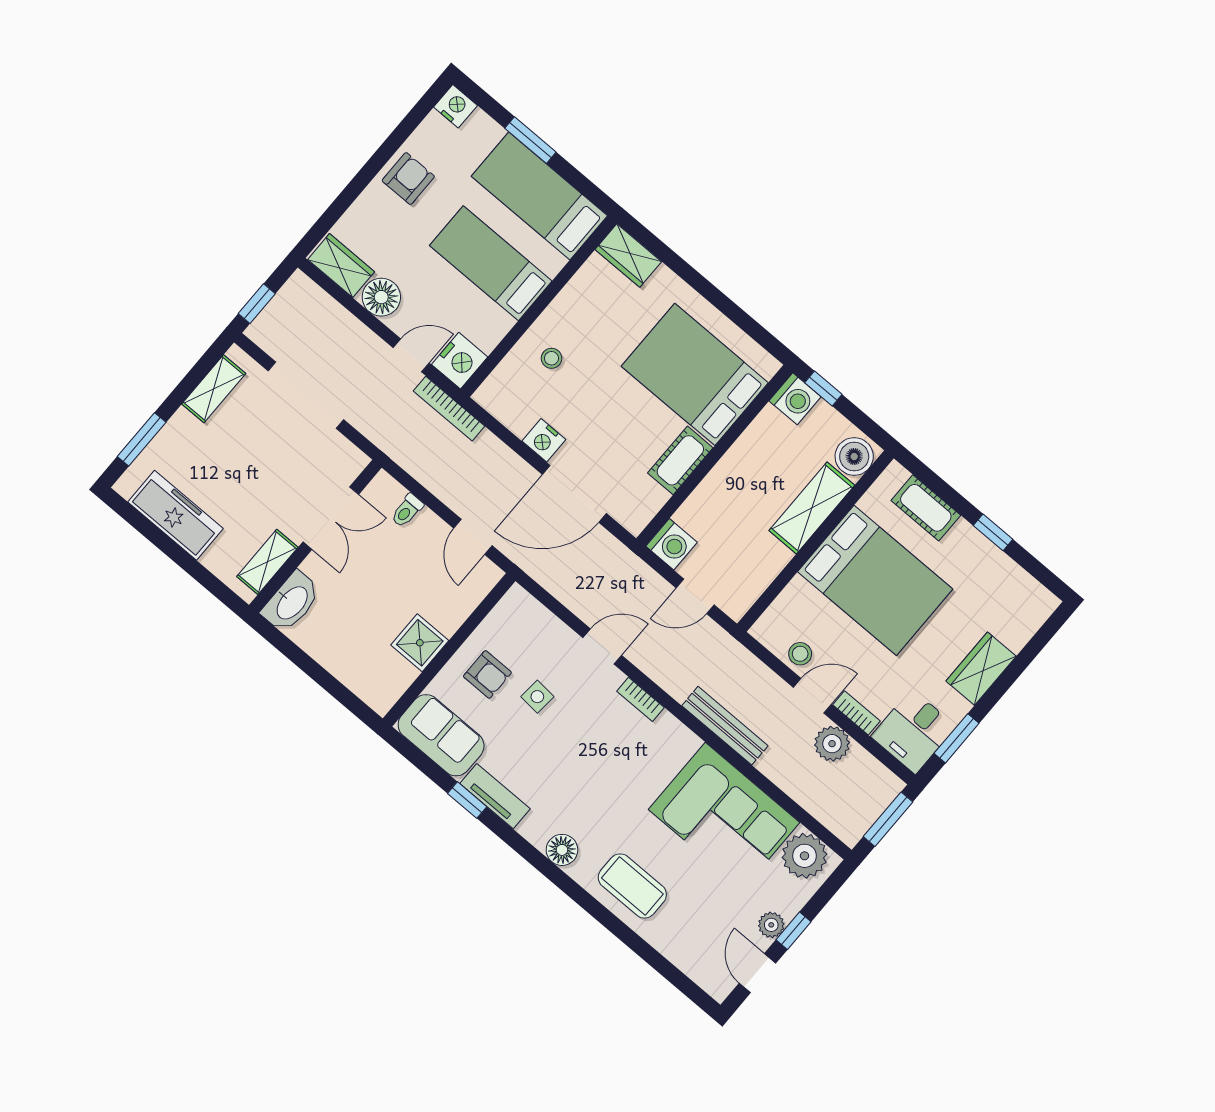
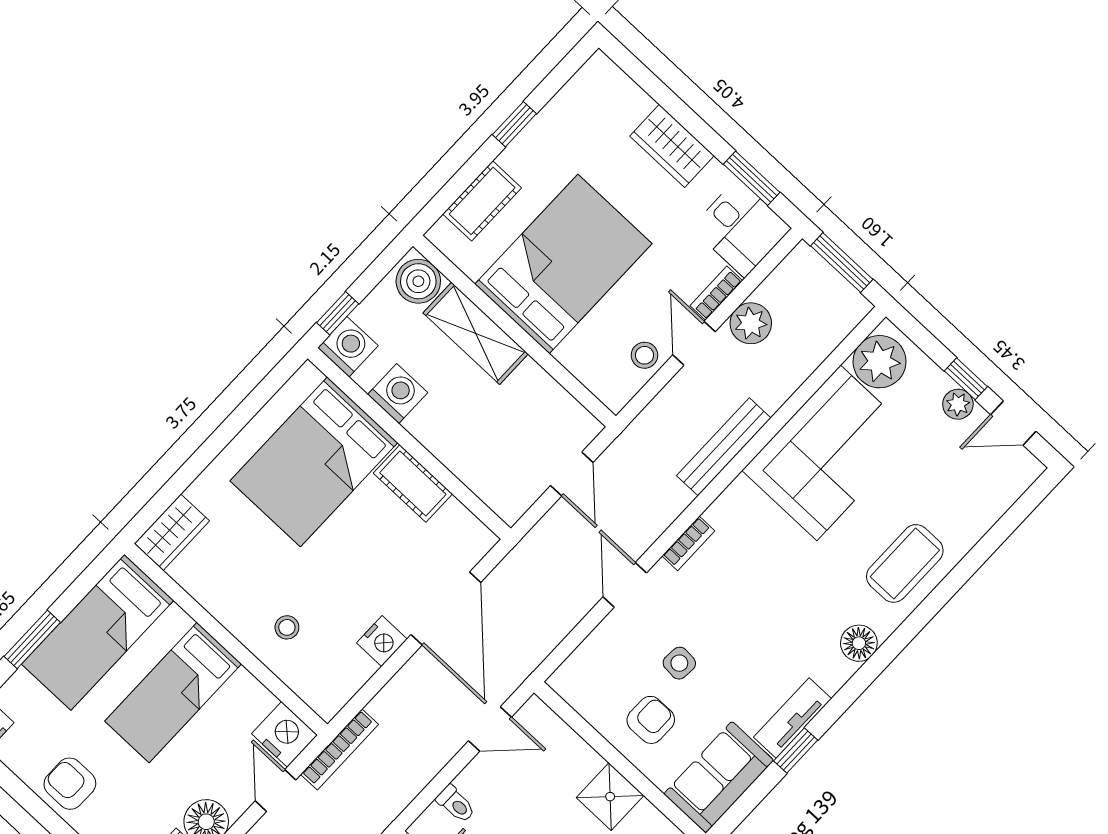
washing machine: (672, 544) -> (398, 394), moved

